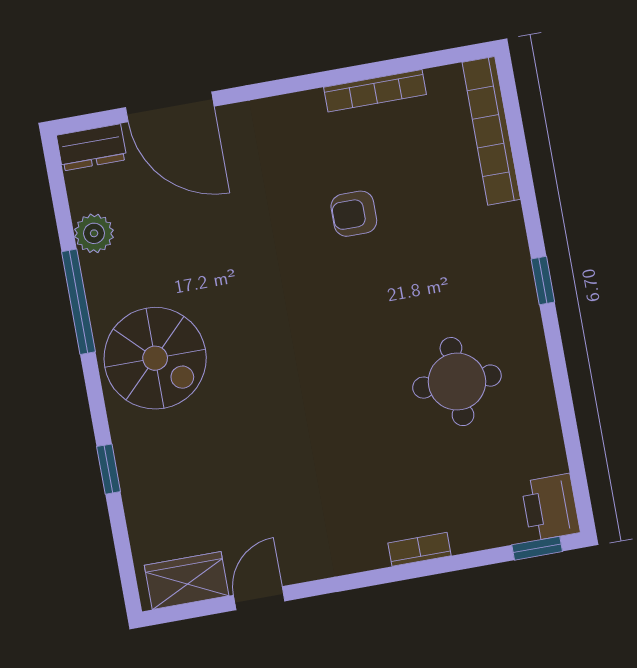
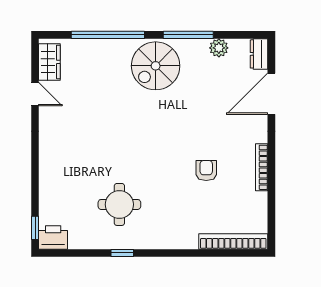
bookcase: (375, 91) -> (262, 167), moved
window: (543, 281) -> (122, 253), moved
window: (109, 469) -> (108, 35), width x3.17
bookcase: (419, 549) -> (44, 173), removed

